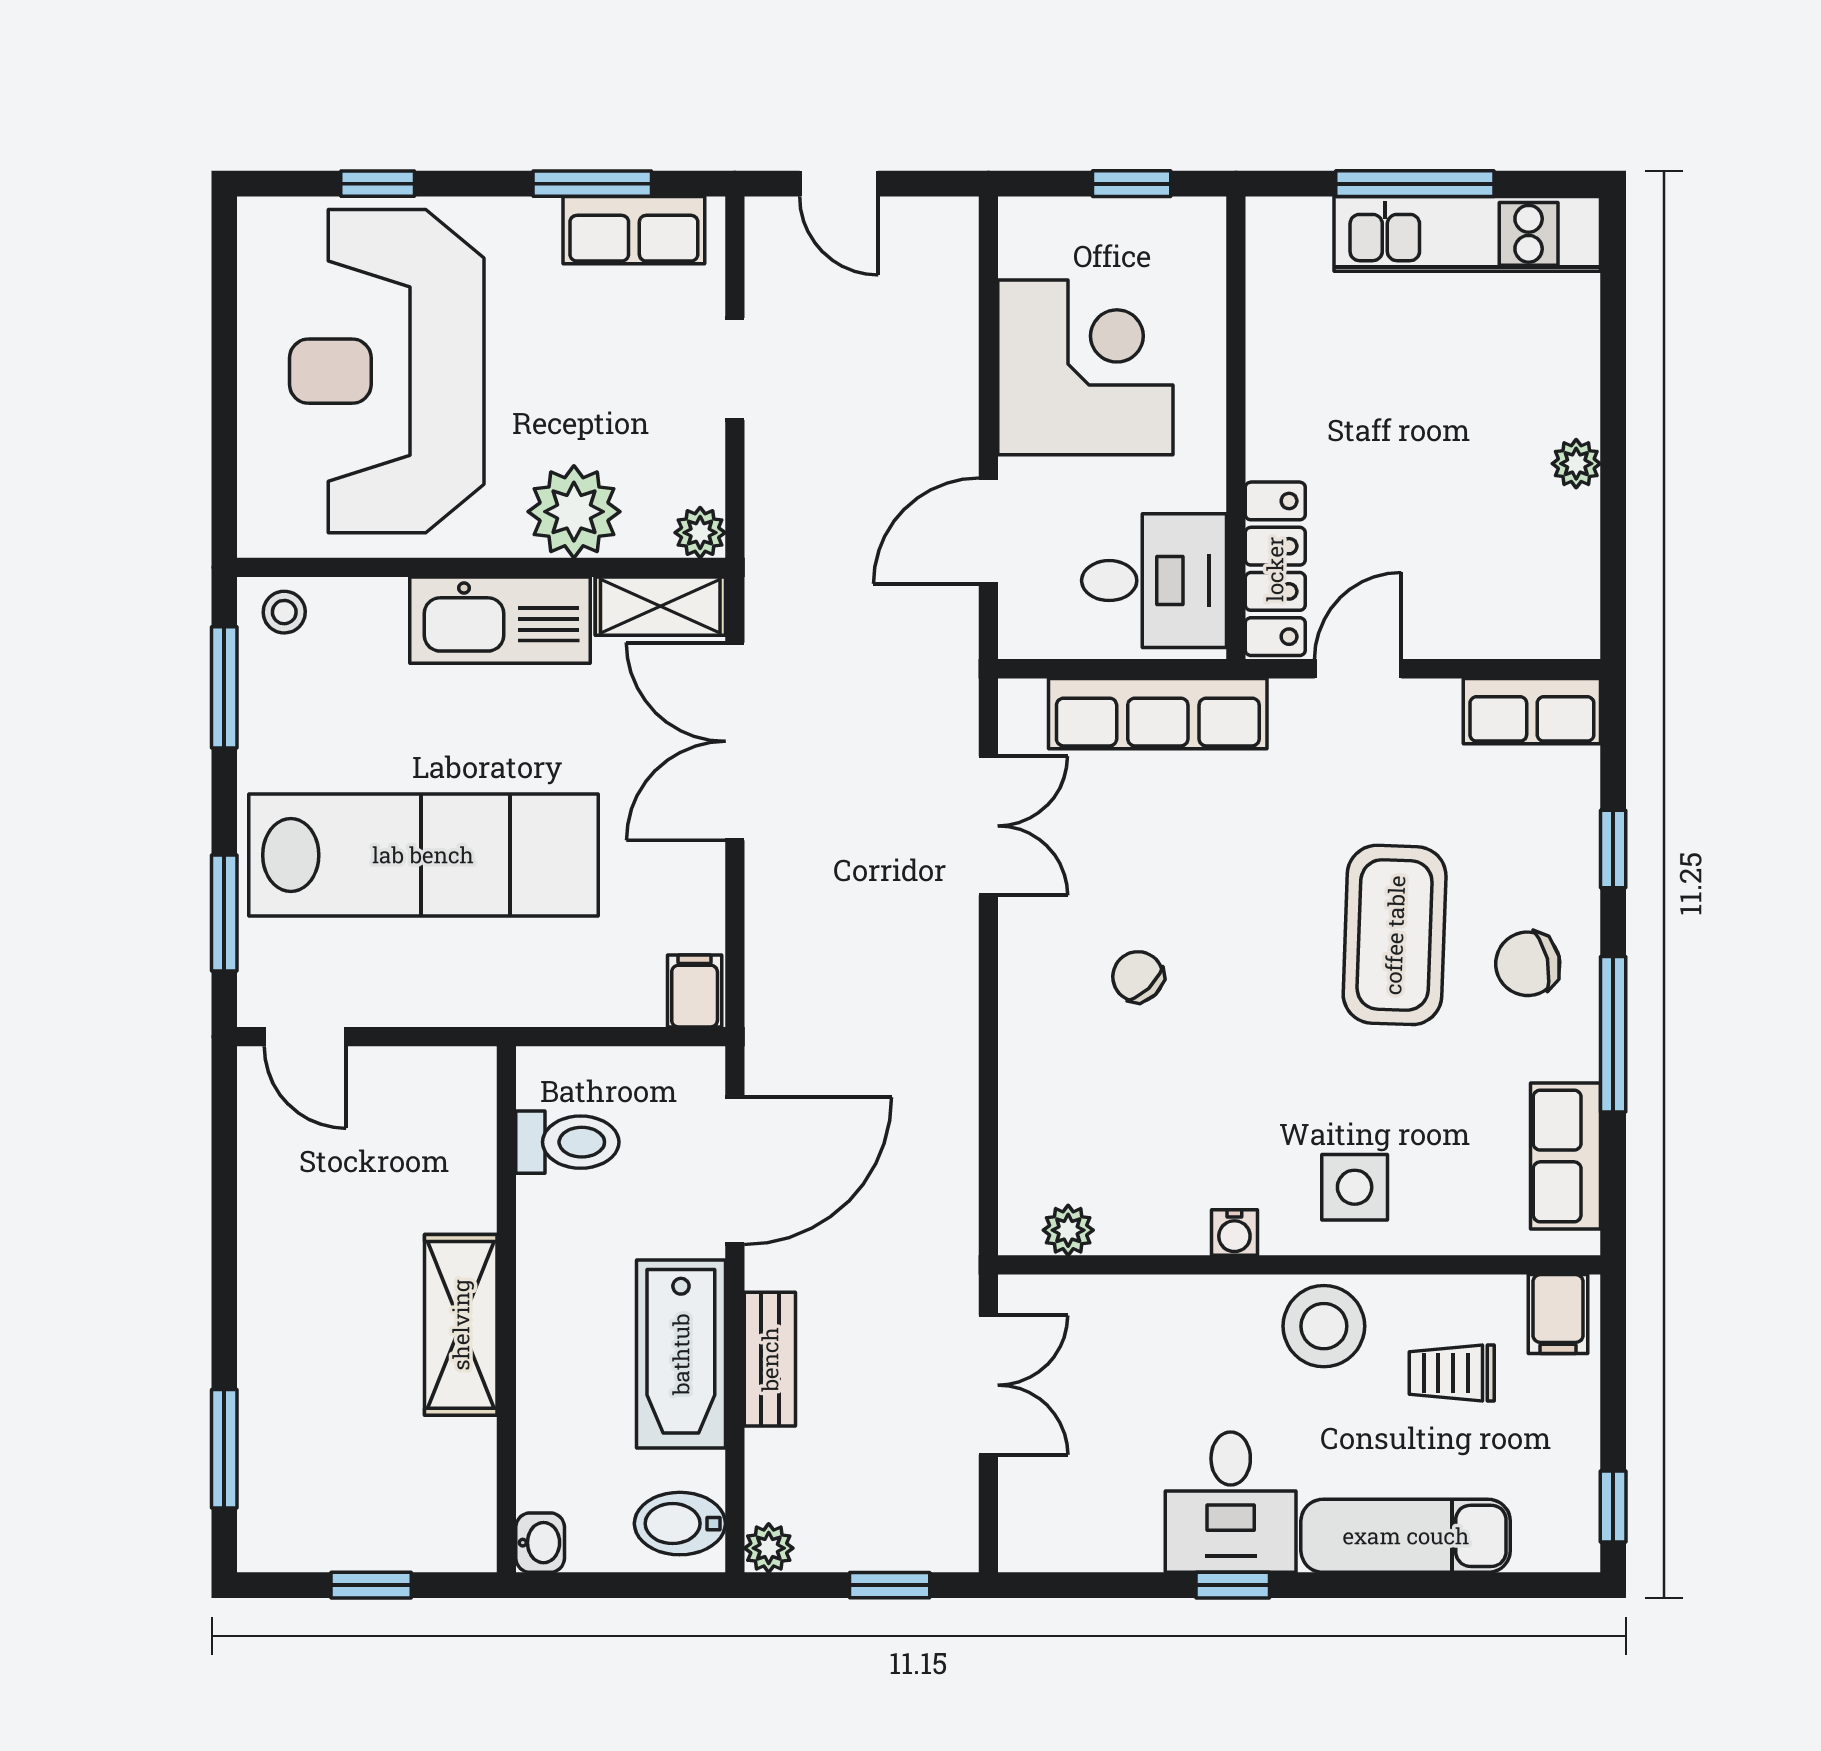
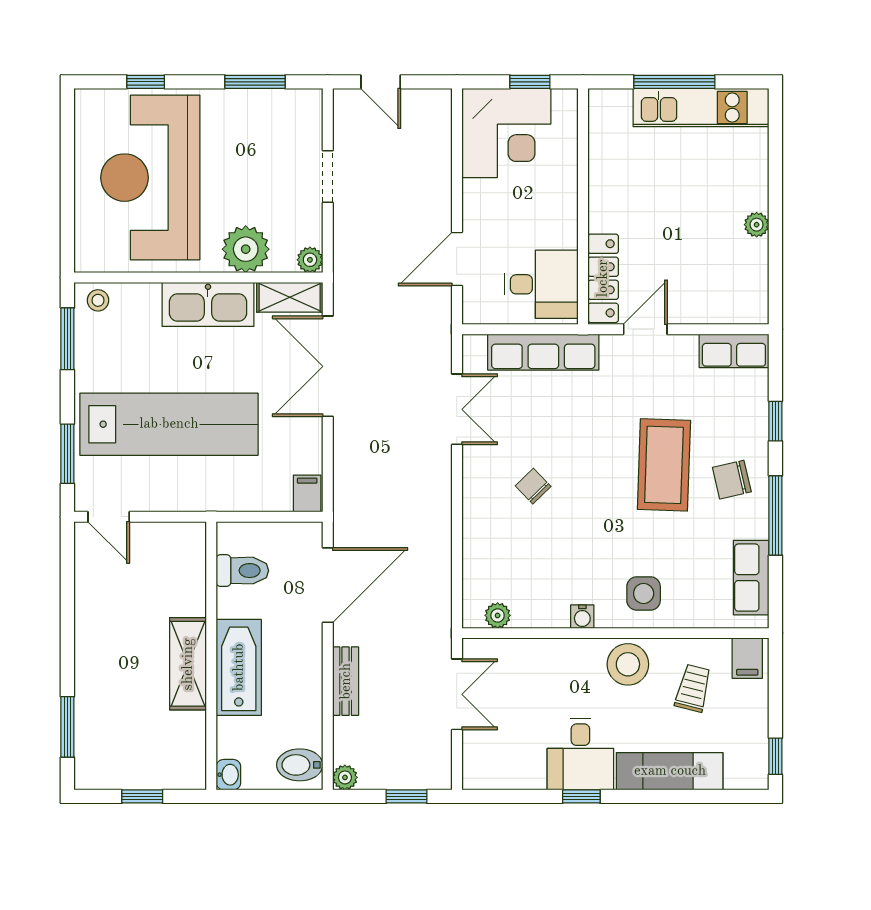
row of seats: (634, 230) -> (276, 106), removed
corner desk: (1085, 367) -> (506, 133), moved, turned 90
bathtub: (681, 1354) -> (239, 667), moved, turned 180
trolley: (1452, 1373) -> (693, 688), turned 104

